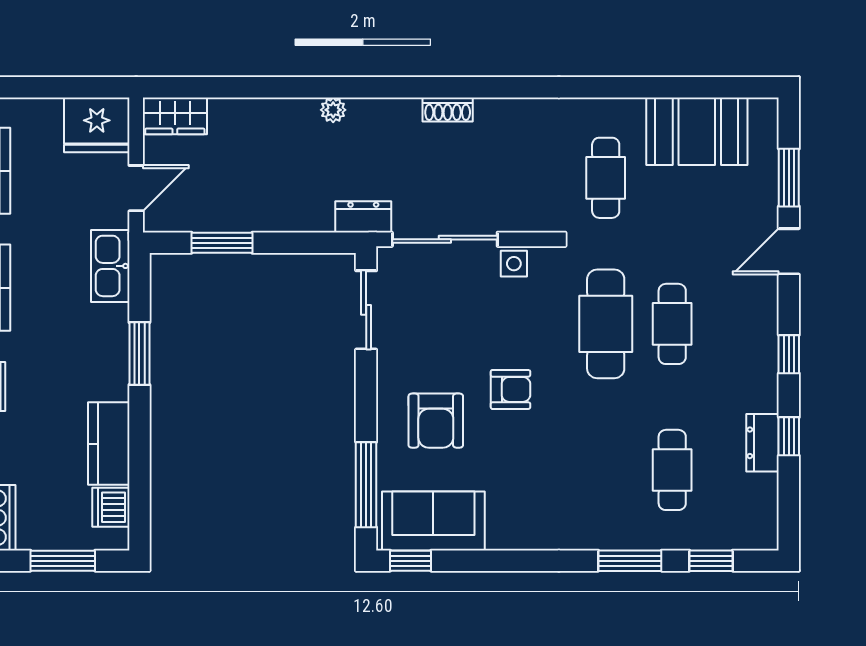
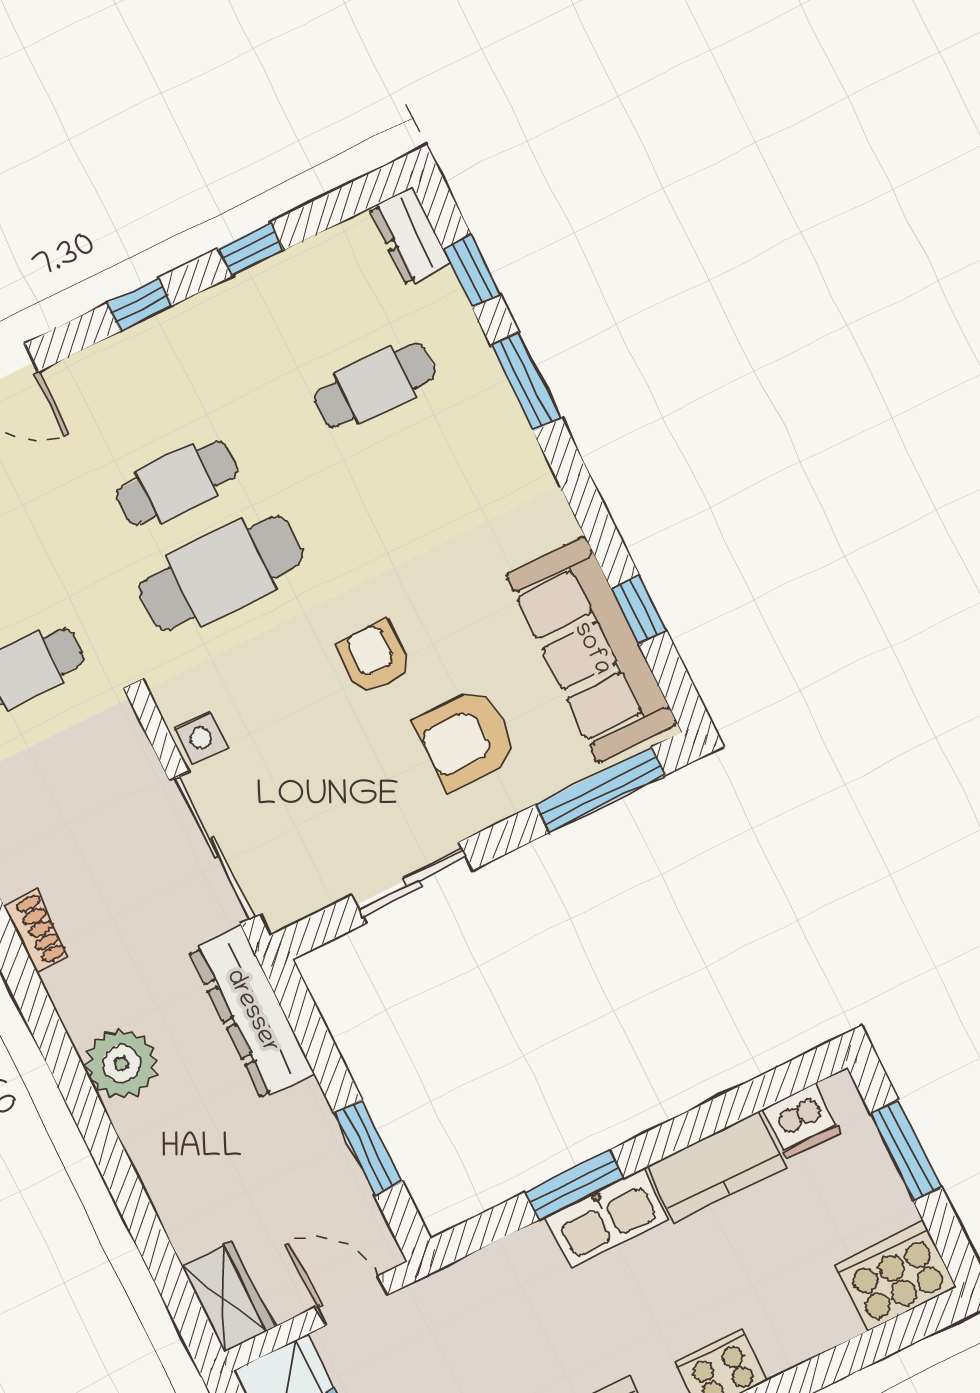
plant: (333, 110) -> (121, 1064), width x1.88, depth x1.88
dresser: (363, 217) -> (251, 1012), width x1.96, depth x1.24
kitchen sink: (110, 266) -> (607, 1218), moved
sliding door: (366, 310) -> (413, 883), moved
armchair: (436, 421) -> (466, 738), turned 180
dresser: (762, 443) -> (410, 236), moved, turned 90
sofa: (433, 521) -> (591, 649), width x1.36
window: (411, 561) -> (639, 609), moved

